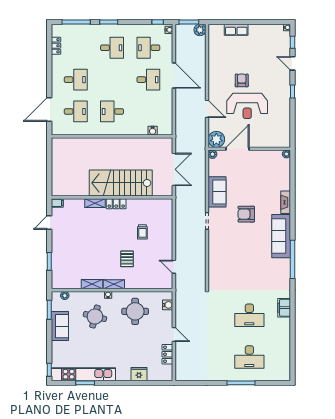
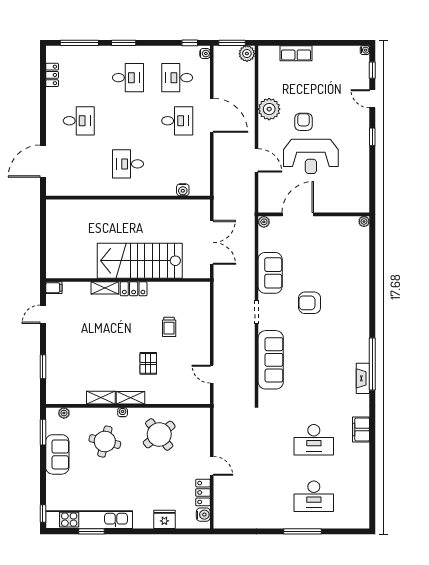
desk: (76, 111) -> (79, 164), removed
plant: (216, 139) -> (269, 109), moved
fireplace: (286, 202) -> (363, 378), moved
sofa: (281, 236) -> (271, 360), moved, turned 180
water cooler: (168, 305) -> (203, 515), moved
round table: (135, 311) -> (159, 435), turned -38

